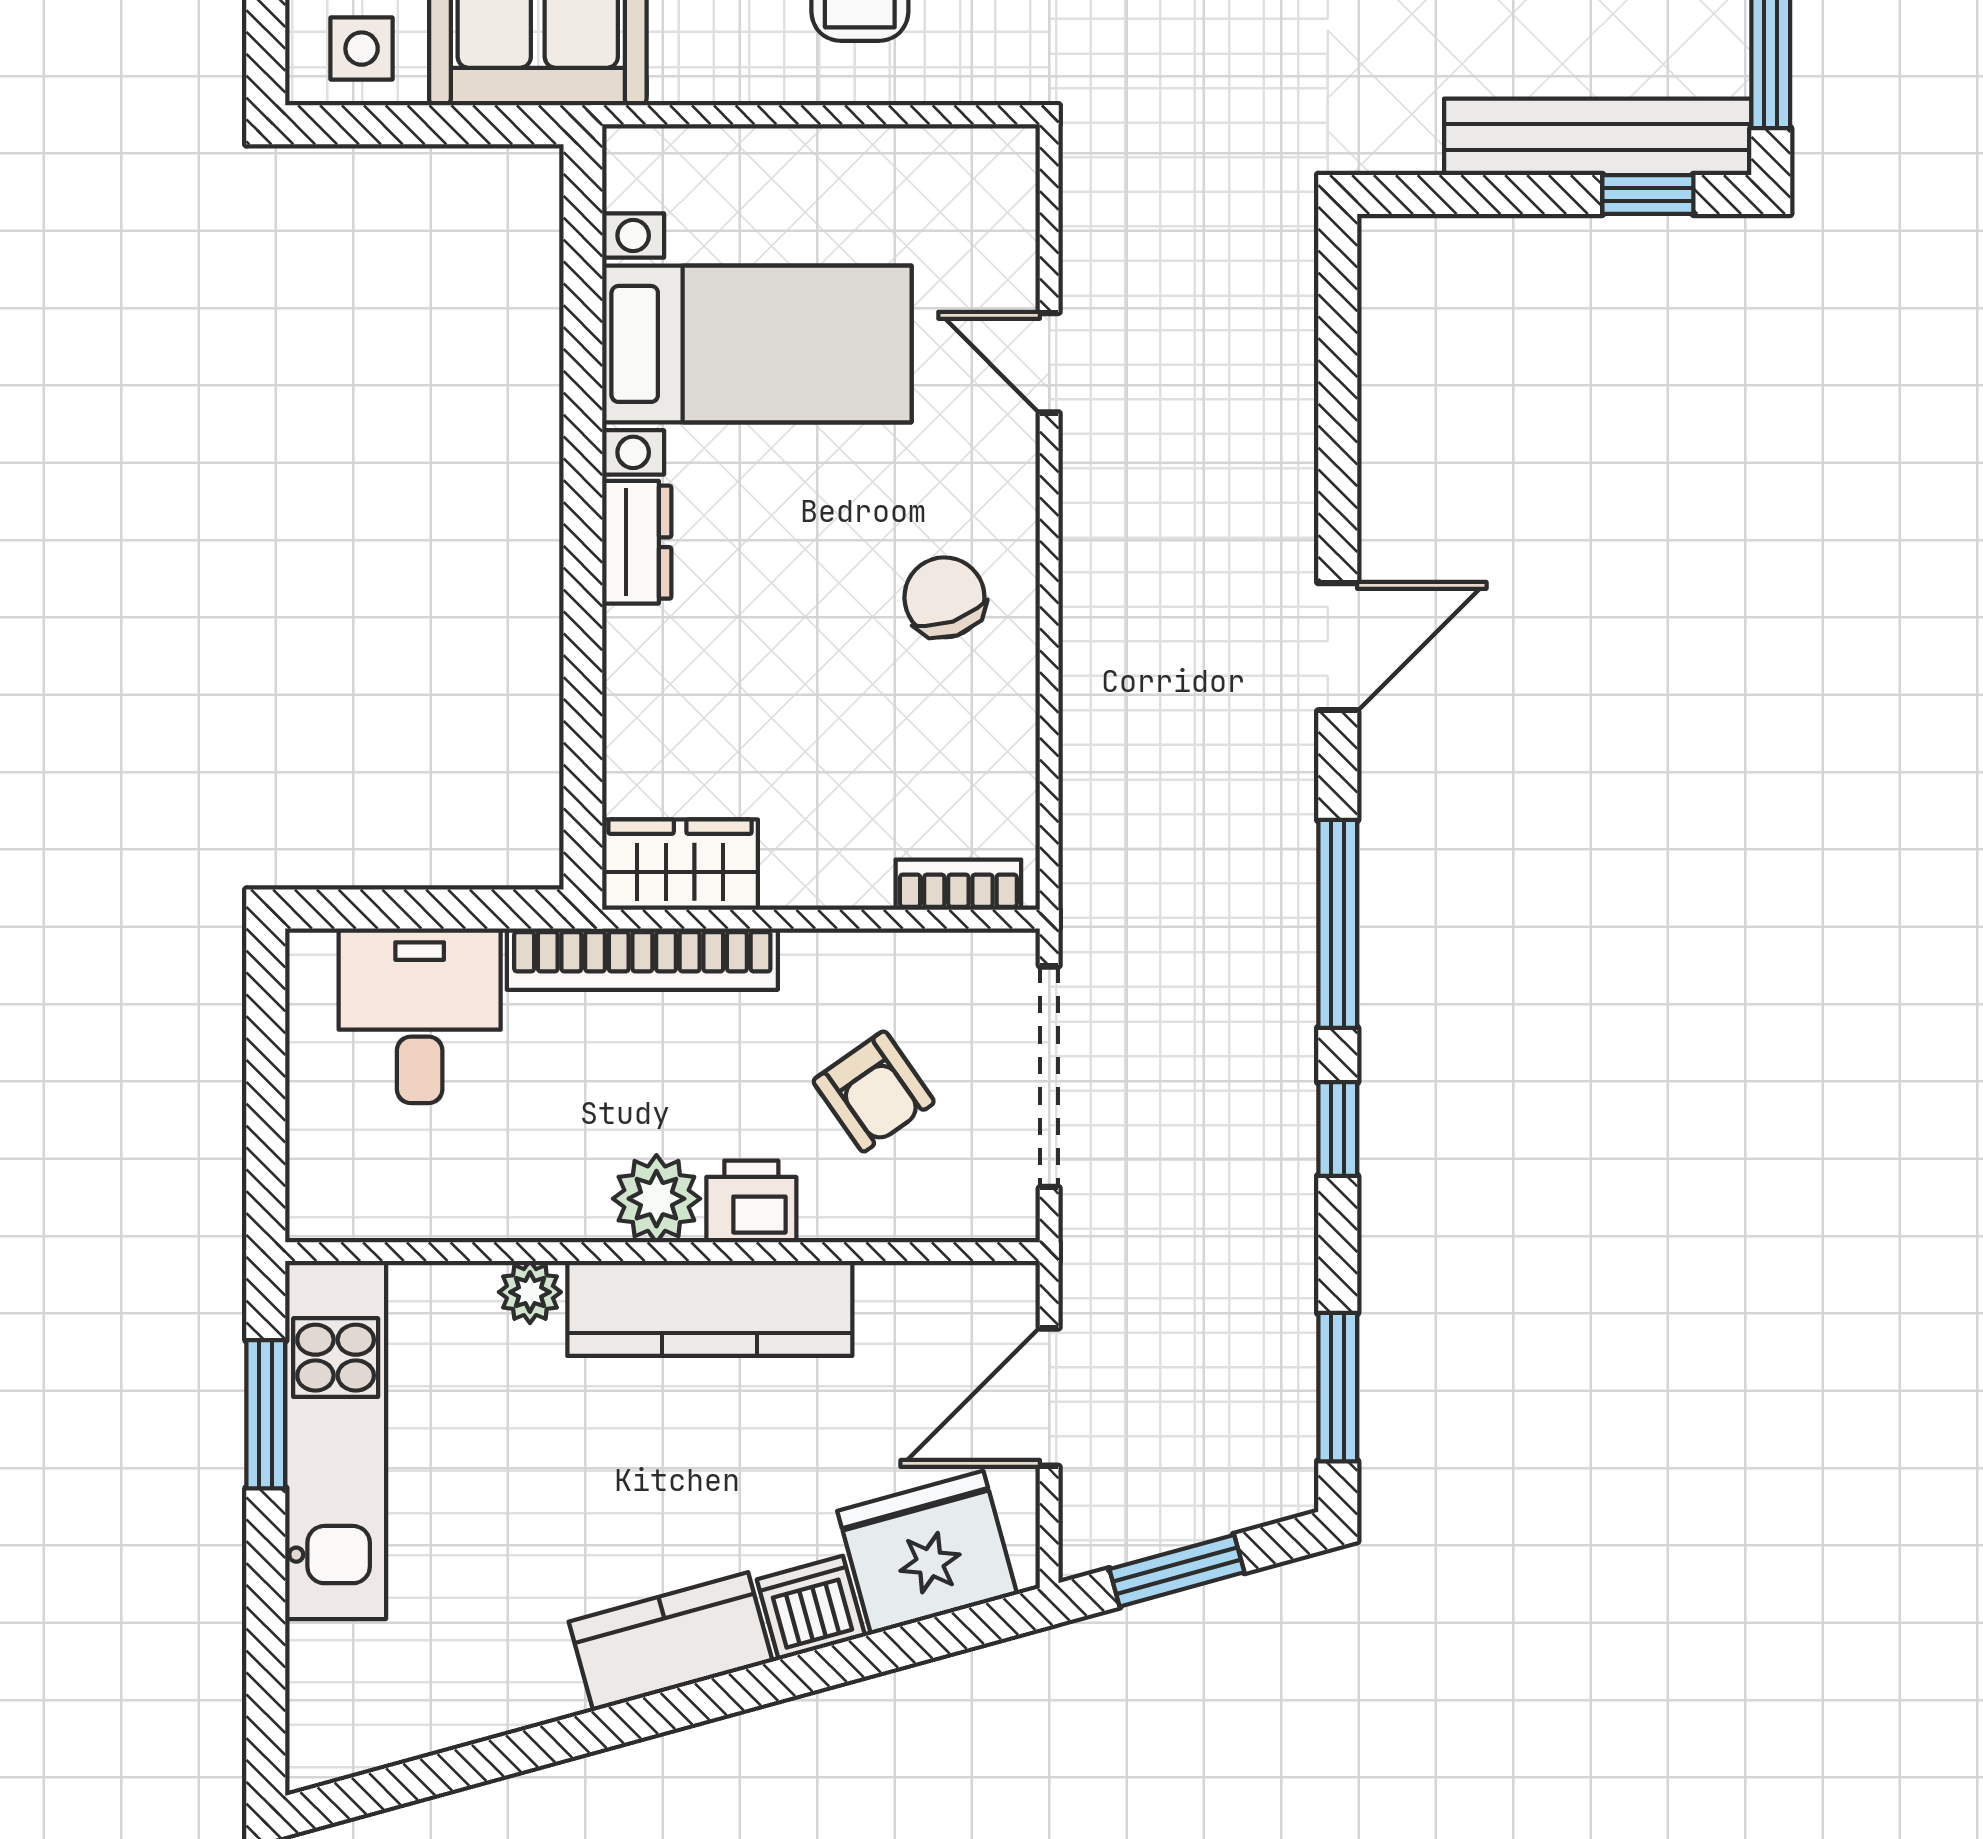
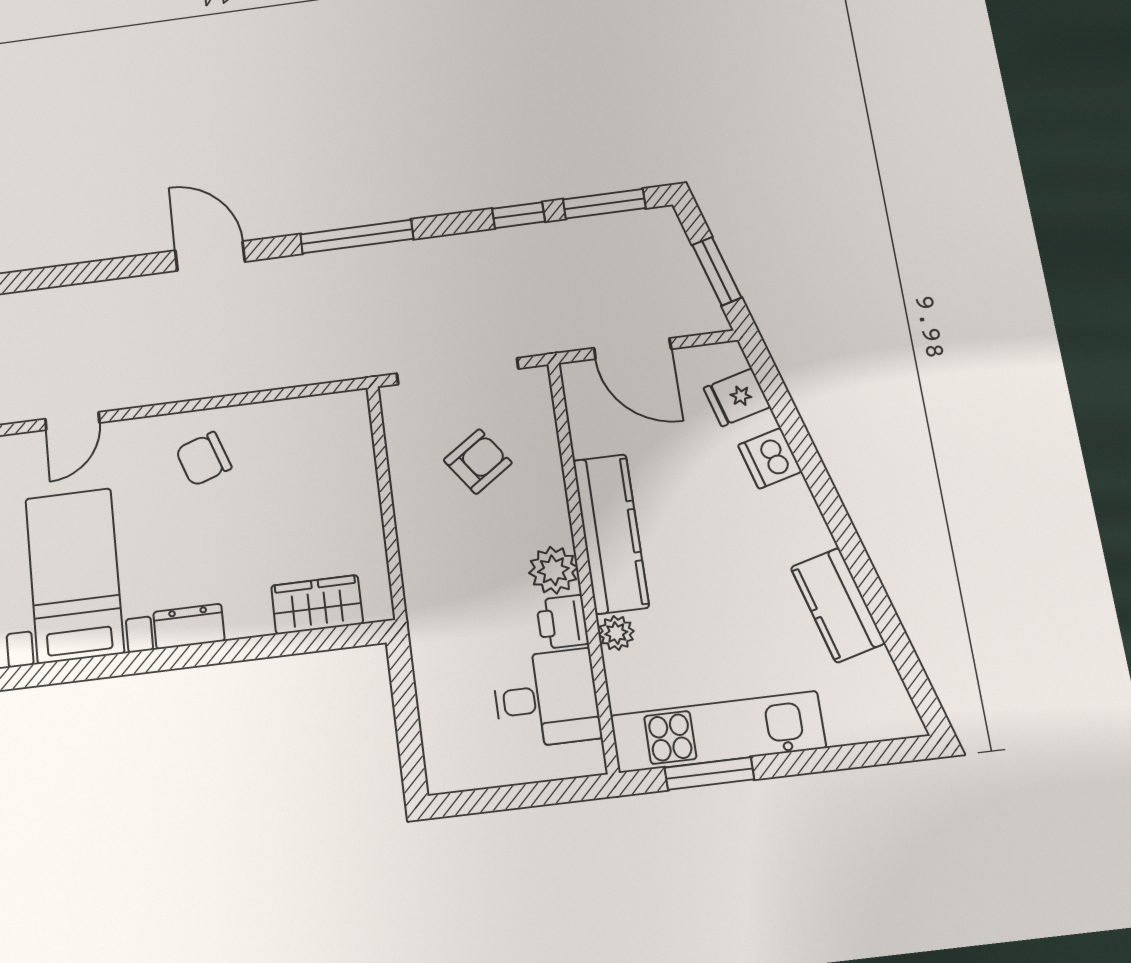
wardrobe: (680, 865) -> (317, 605), moved, turned 90
bookcase: (958, 885) -> (359, 432), removed
bookcase: (642, 959) -> (420, 595), removed
desk: (420, 1016) -> (546, 699), moved, turned 180
window: (1338, 1129) -> (519, 215), moved
printer: (751, 1201) -> (562, 622), moved
fridge: (927, 1553) -> (737, 397), width x0.53, depth x0.75
kitchen counter: (671, 1642) -> (838, 605), moved

